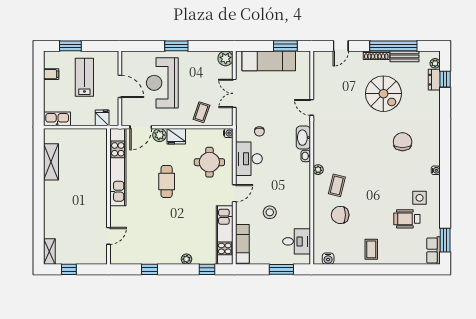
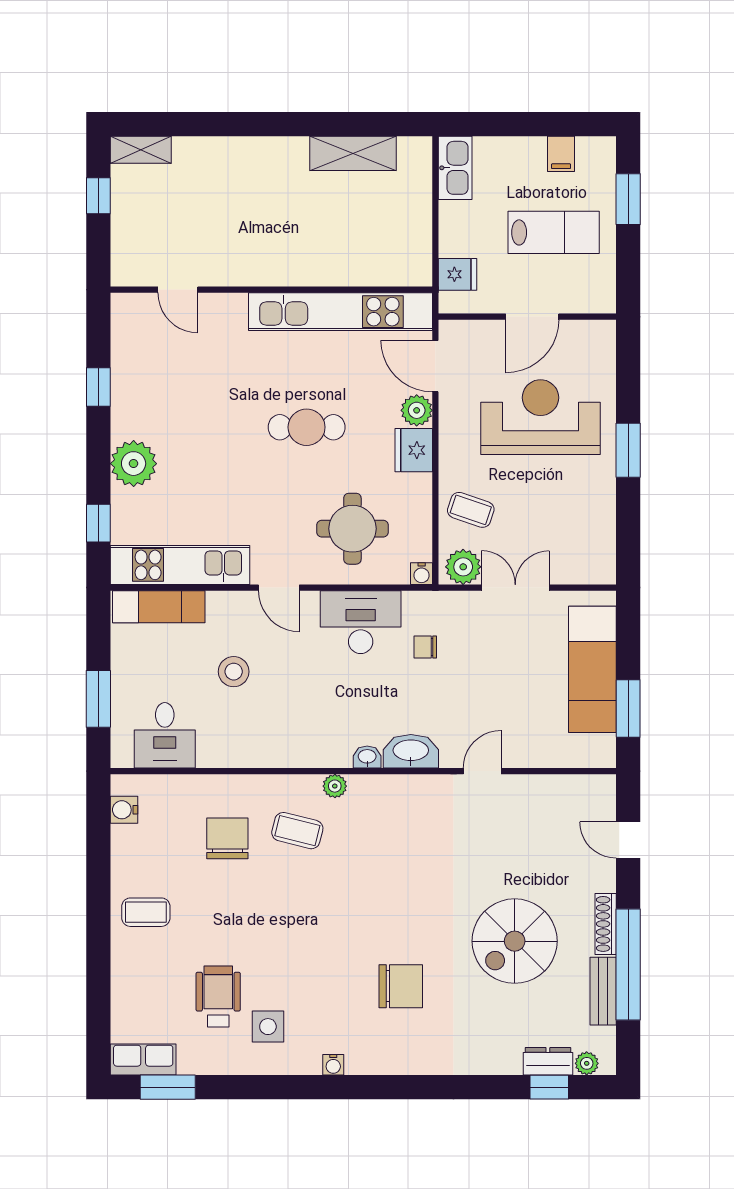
plant: (226, 58) -> (463, 567), moved
plant: (186, 259) -> (134, 464), width x1.87, depth x1.87

